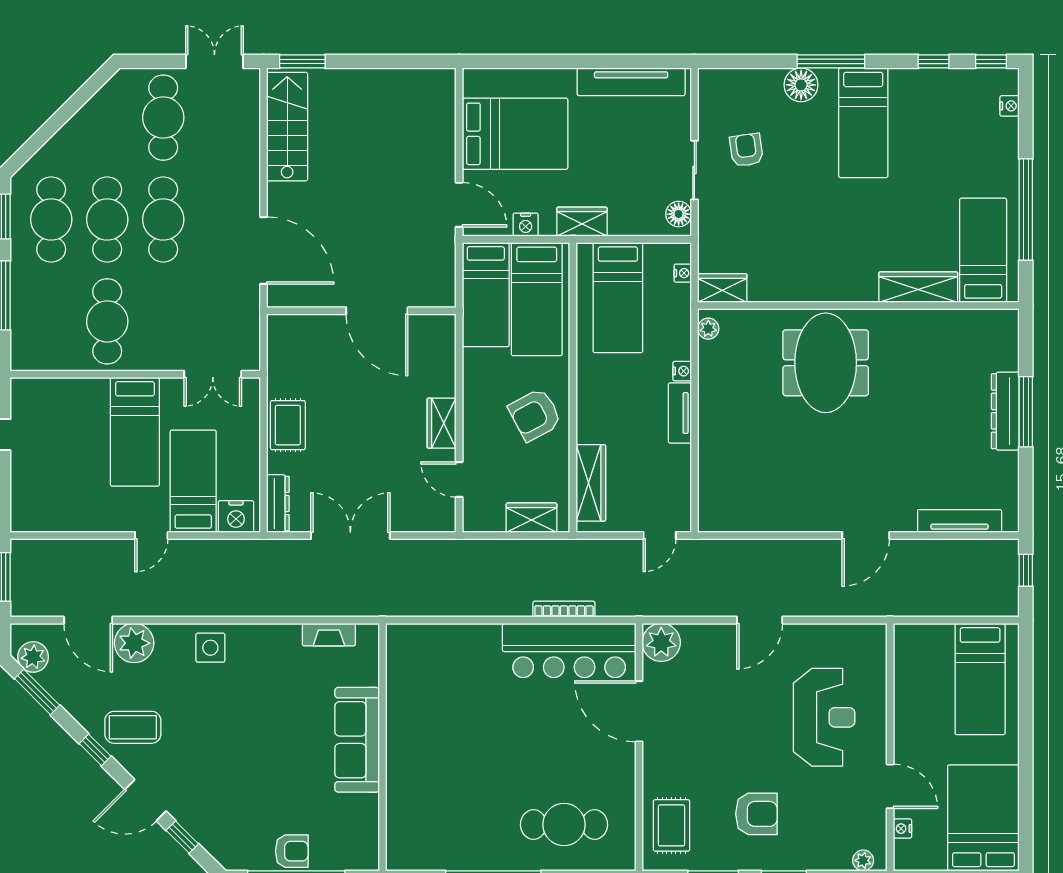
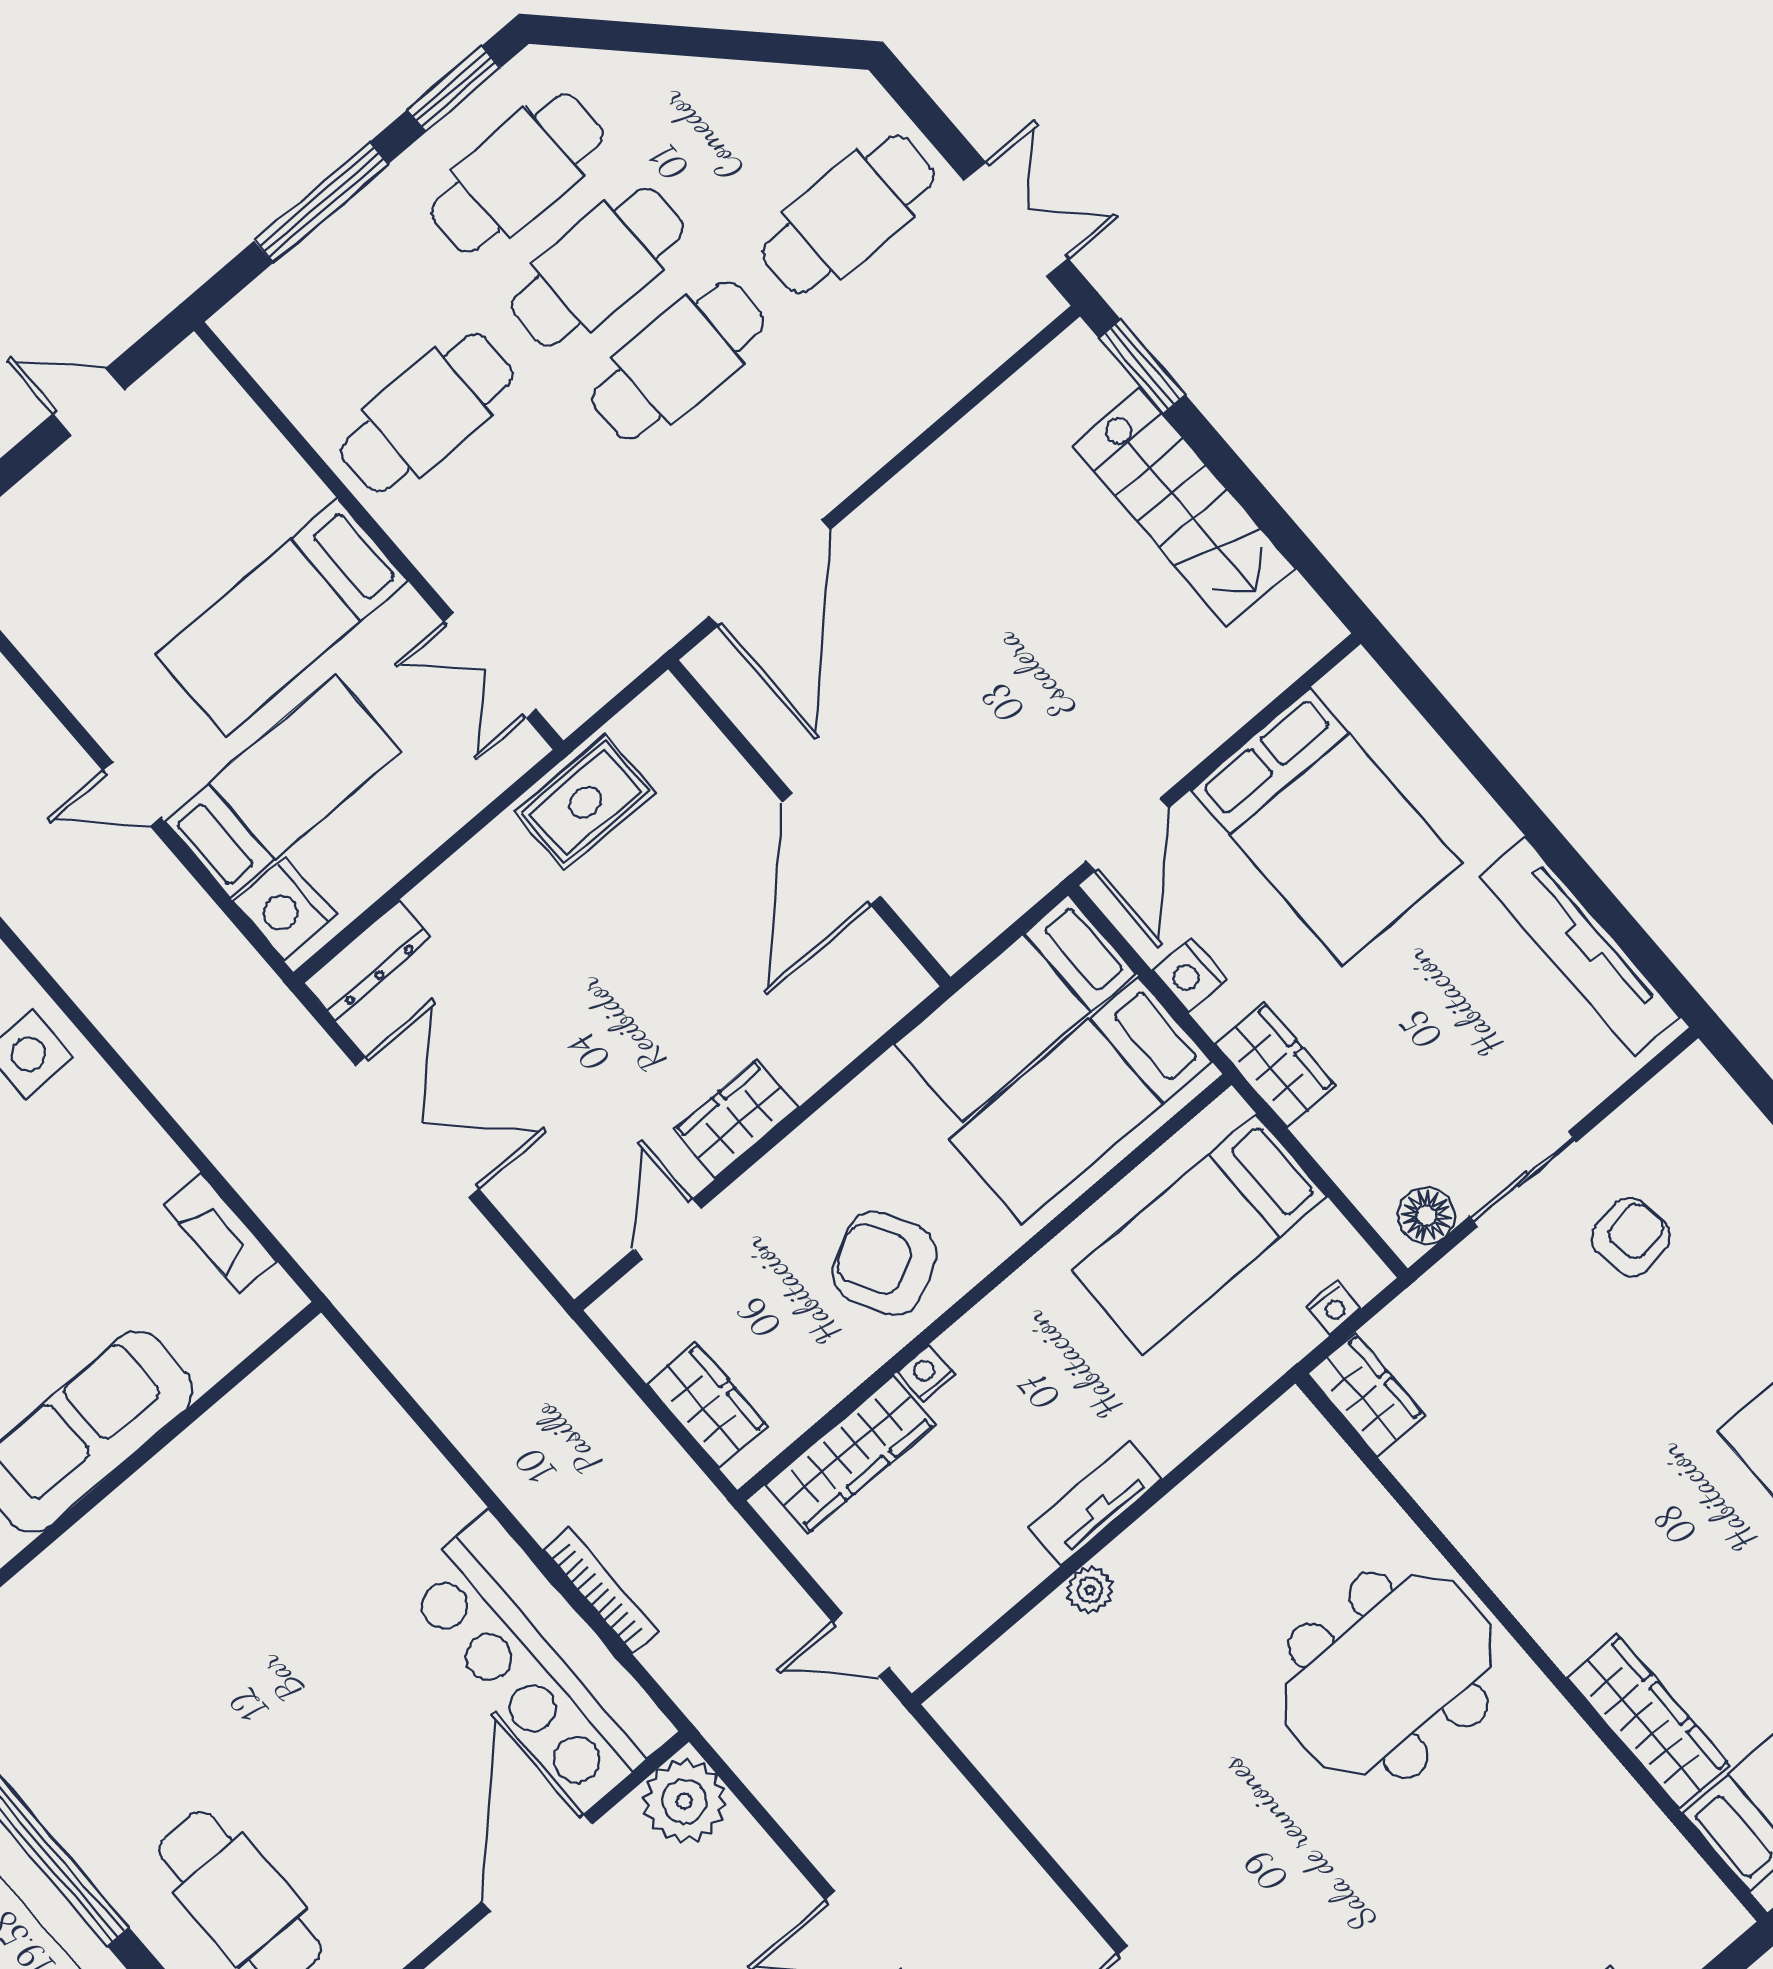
stairs: (287, 127) -> (1184, 507), moved, turned 90
plant: (708, 329) -> (1090, 1590), moved
nightstand: (682, 371) -> (926, 1373), moved, turned 180
rug: (288, 425) -> (585, 802), moved

